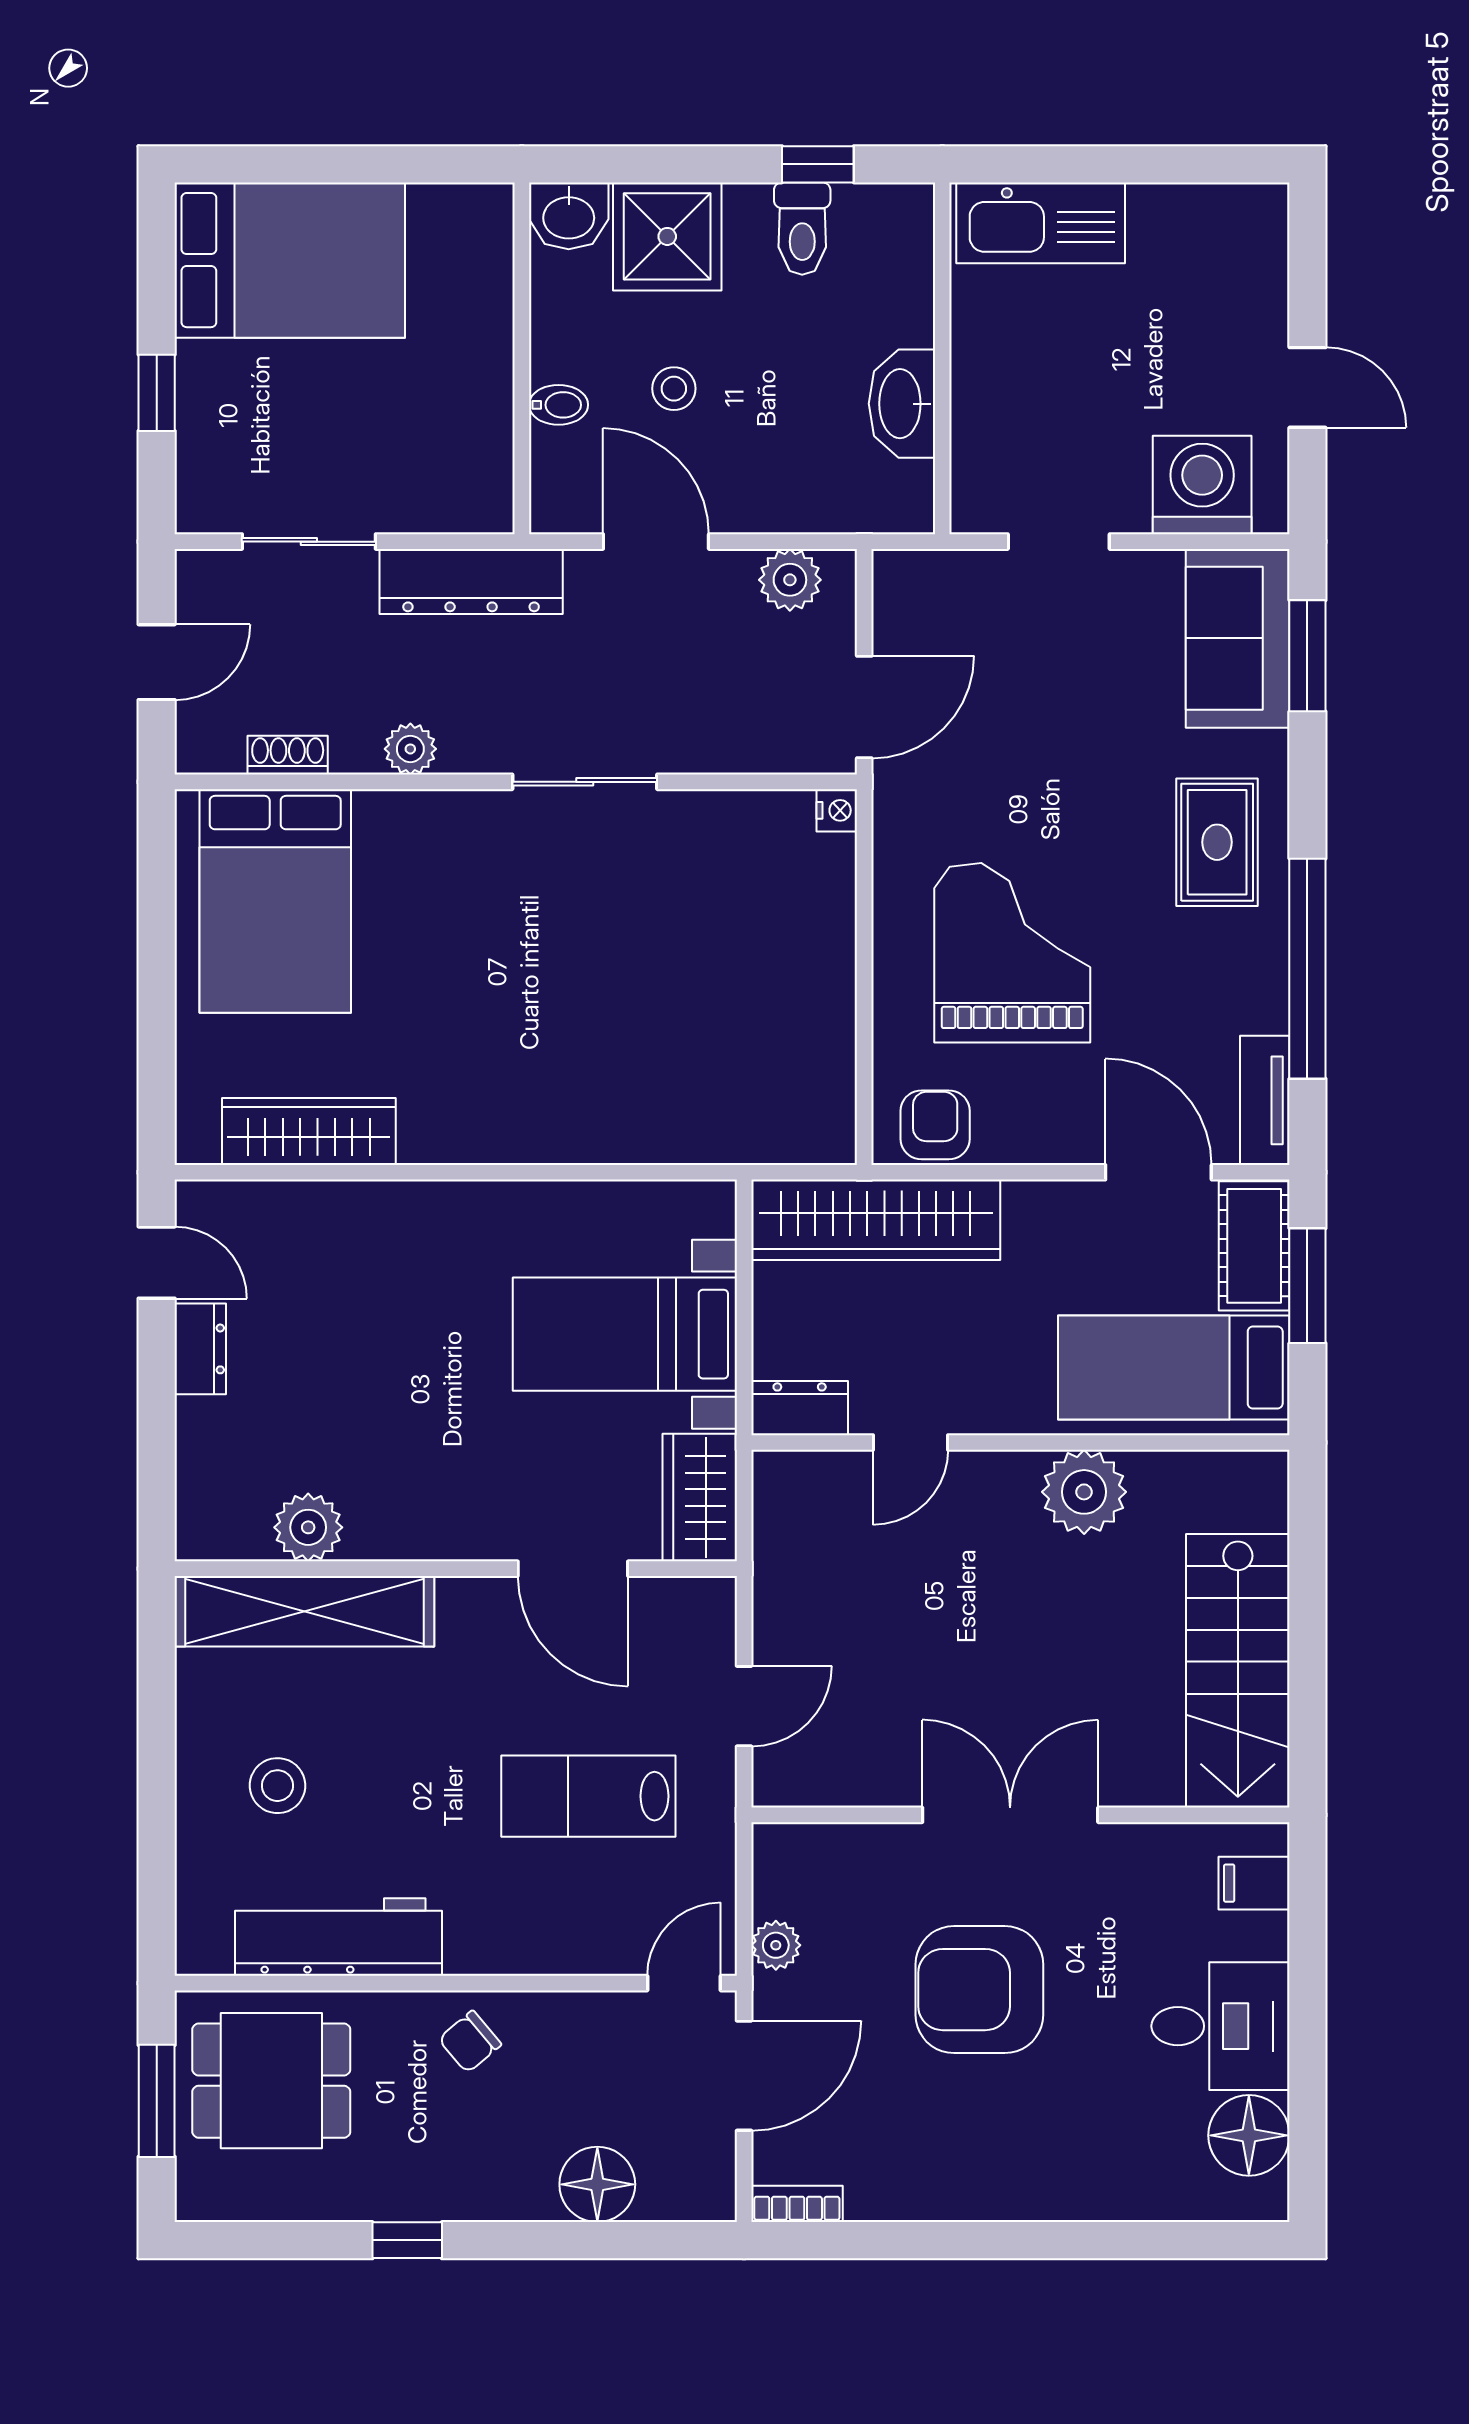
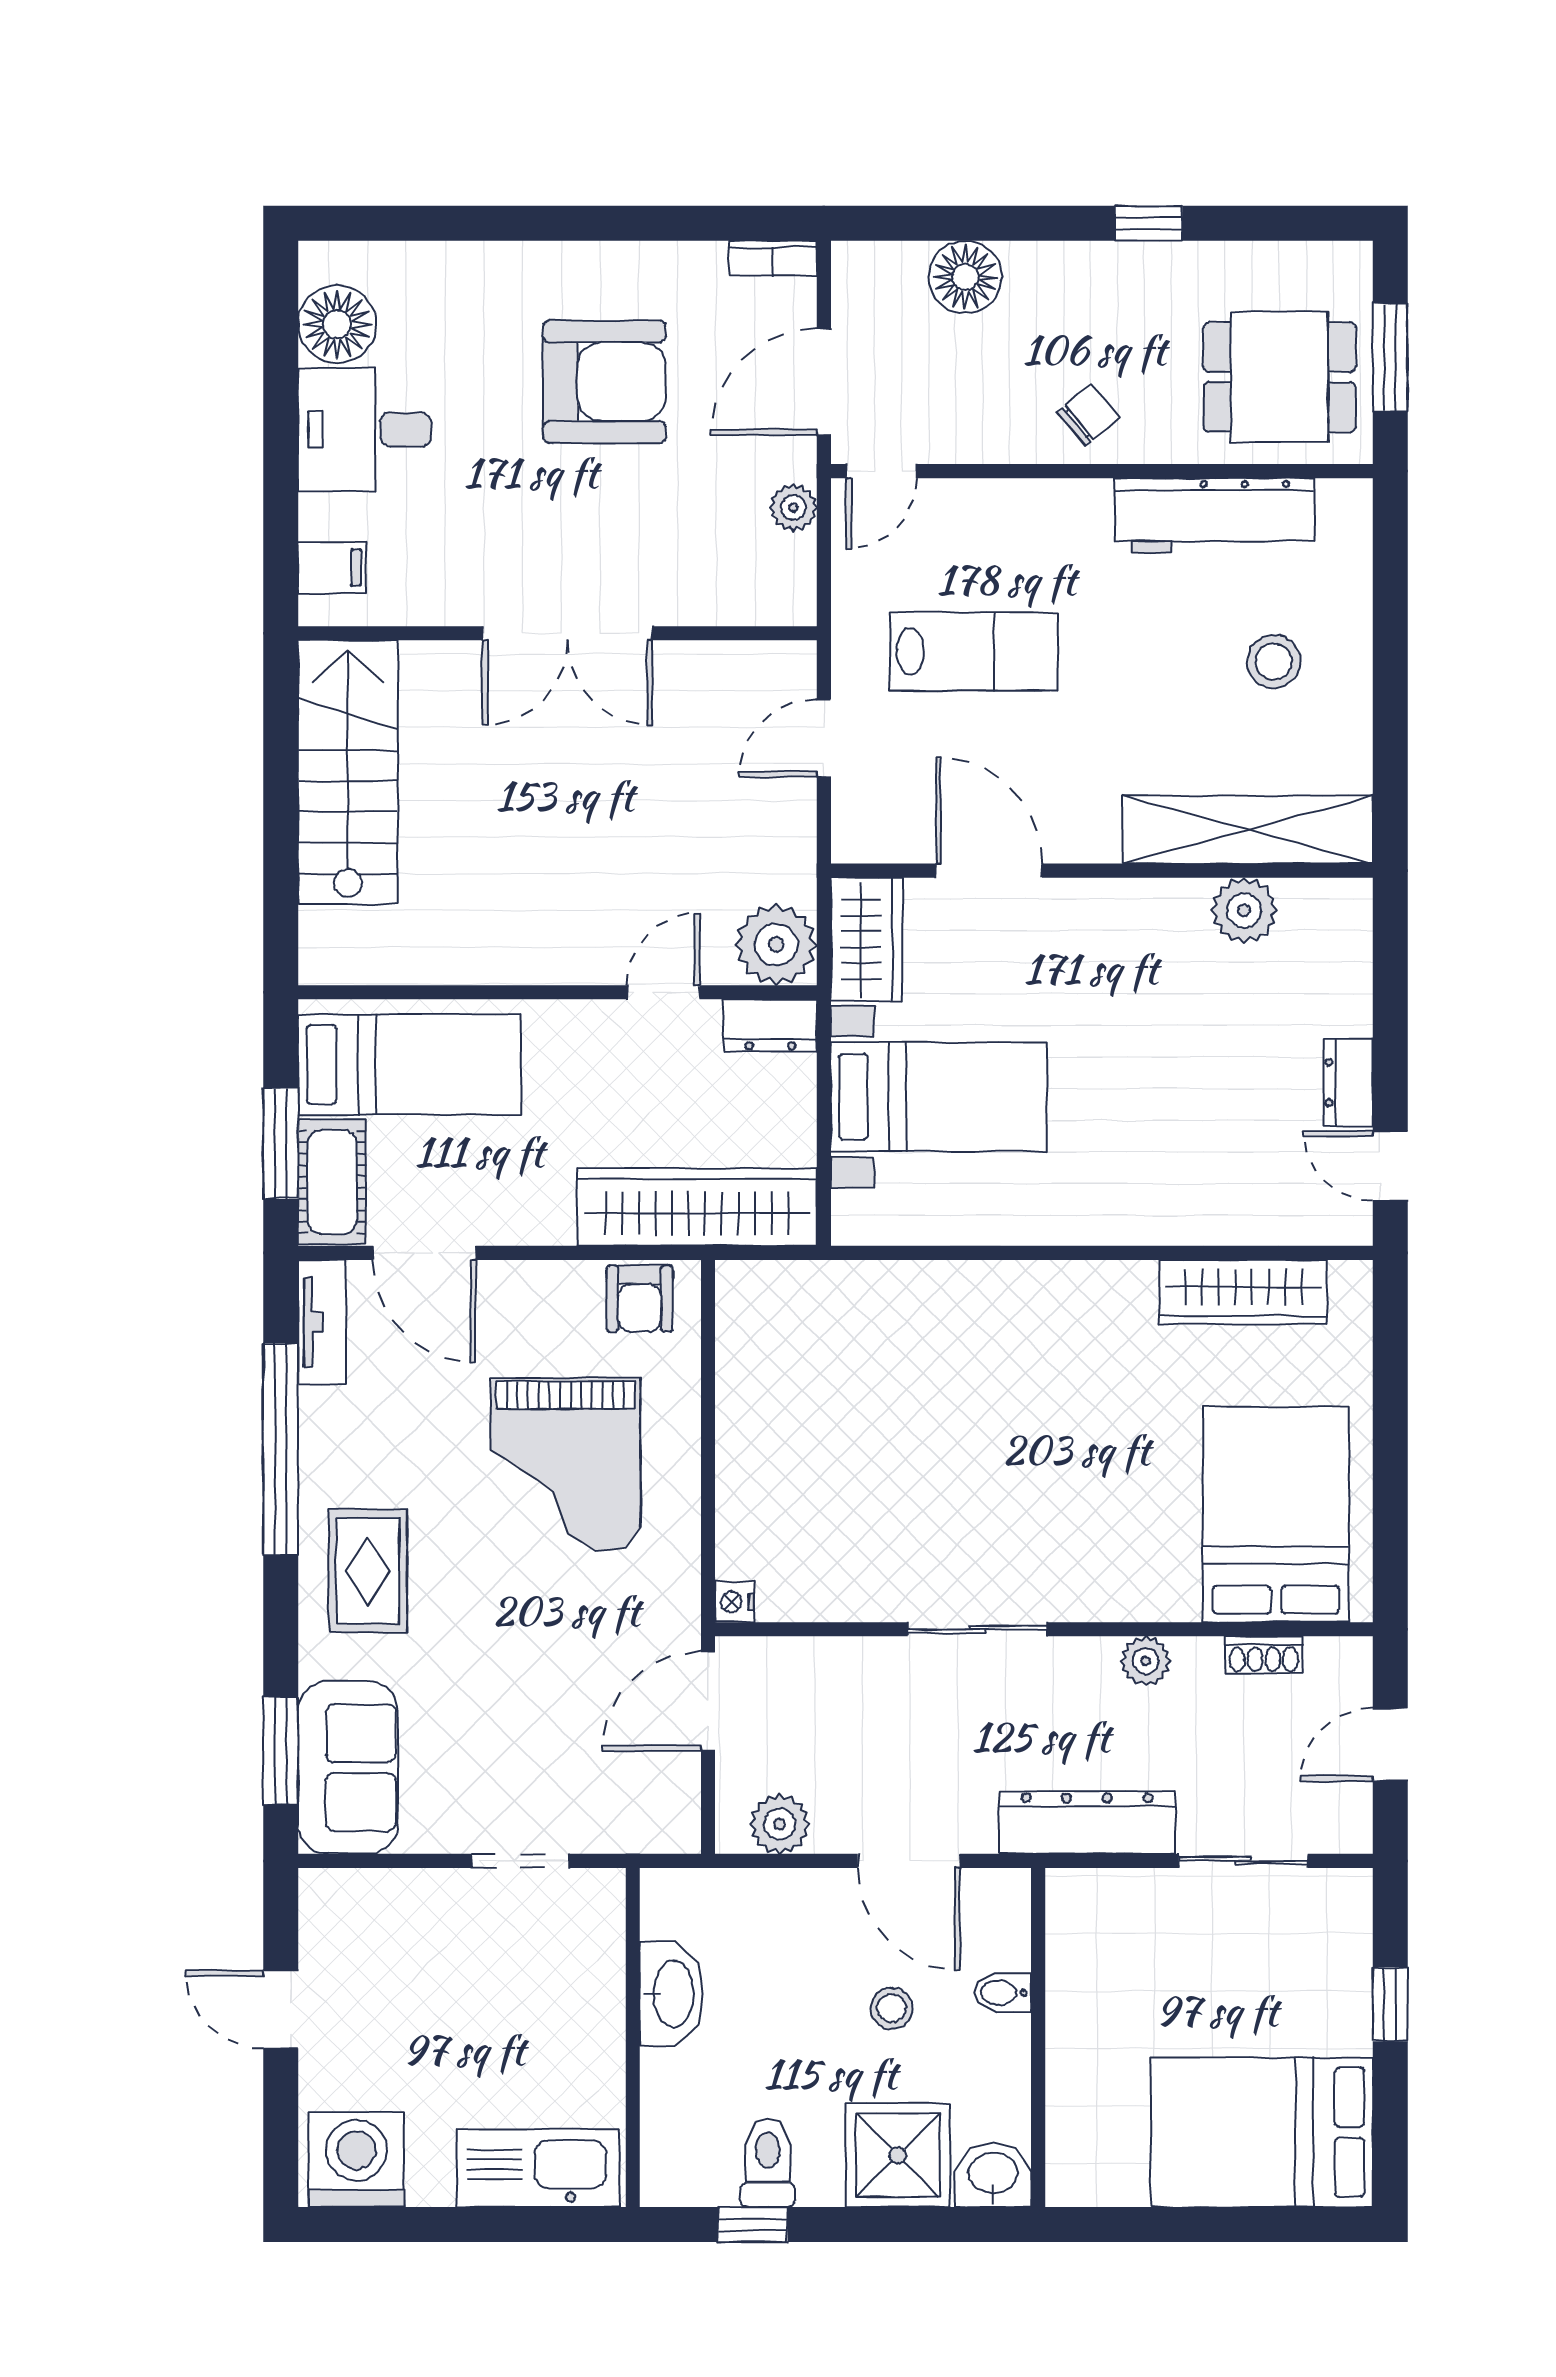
washing machine: (1202, 485) -> (357, 2160), moved, turned 180
plant: (1084, 1492) -> (776, 945), moved
armchair: (979, 1990) -> (604, 382), moved

